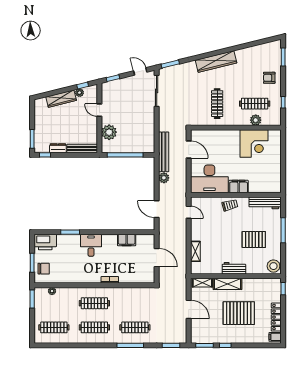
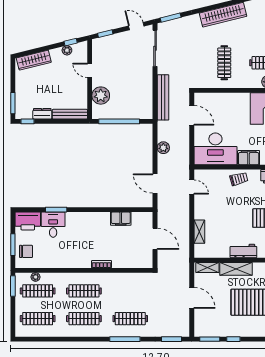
wardrobe: (61, 99) -> (34, 60), moved
bench: (164, 152) -> (163, 97), moved
desk: (91, 245) -> (53, 225), moved
clothes rail: (54, 303) -> (38, 291), added

